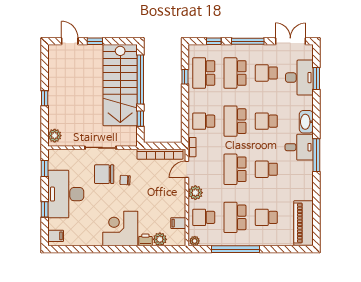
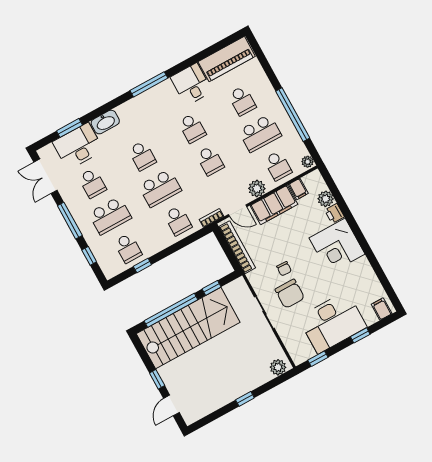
school desk: (204, 73) -> (128, 248), width x0.54
washbasin: (306, 122) -> (105, 122), moved
desk: (299, 147) -> (191, 84), moved
school desk: (235, 169) -> (210, 161), width x0.54
filing cabinet: (176, 199) -> (274, 205), added

